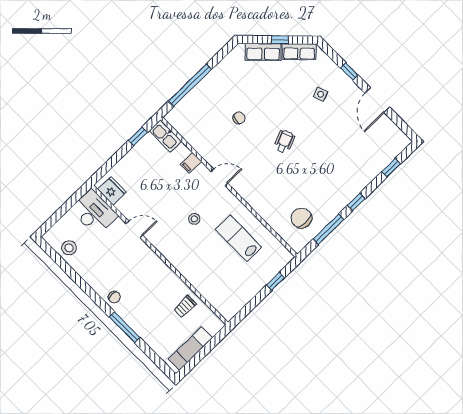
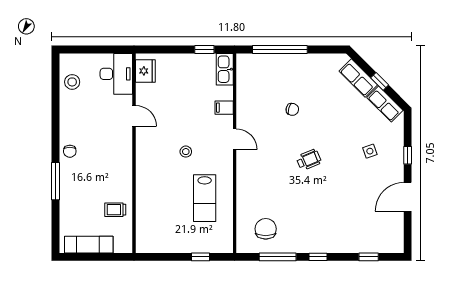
lab bench: (239, 238) -> (205, 198), turned 180

